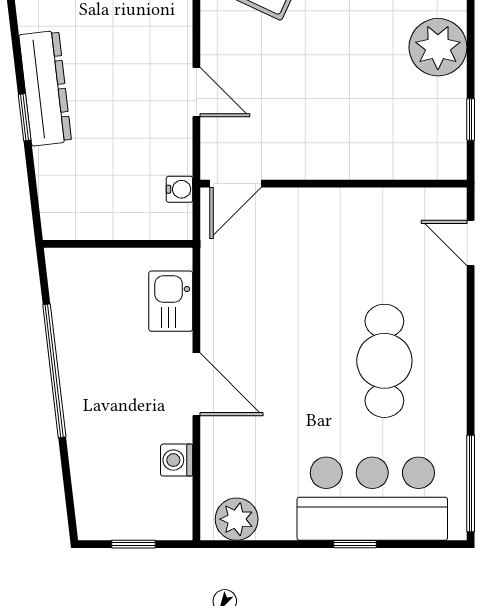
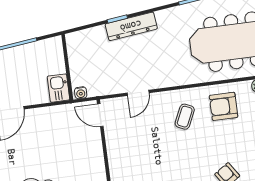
water cooler: (179, 189) -> (81, 93), moved
kitchen sink: (171, 301) -> (58, 88), moved, turned -90

